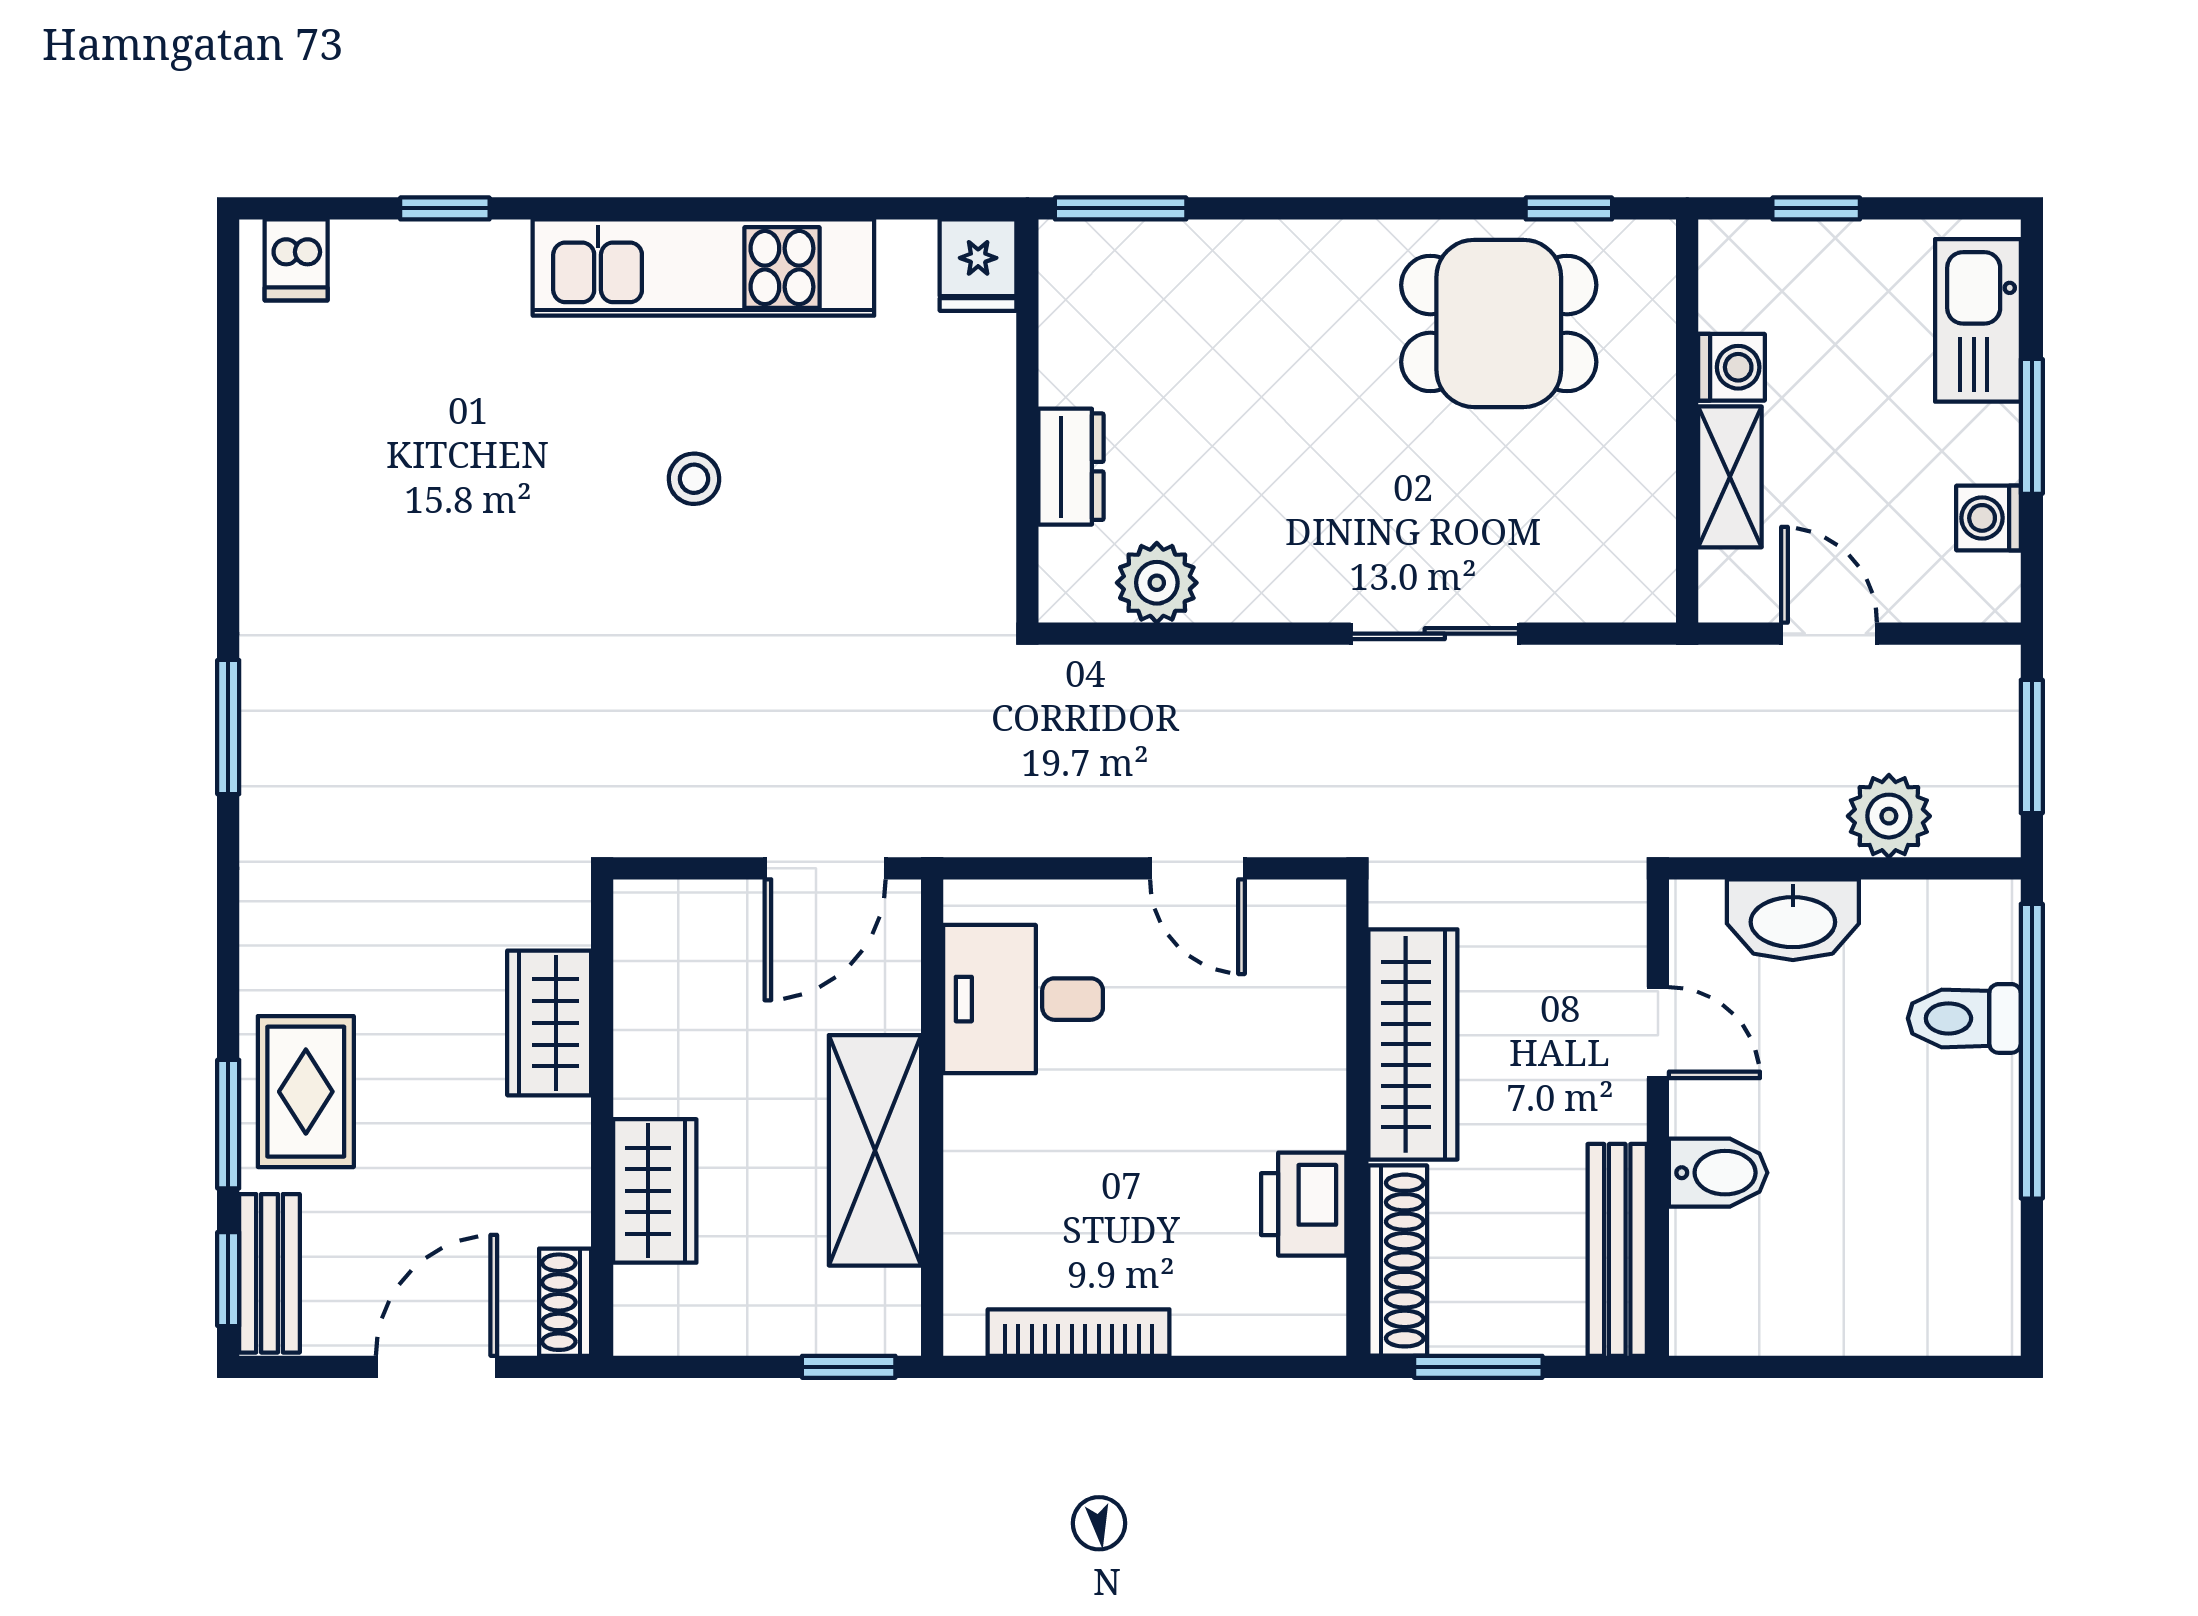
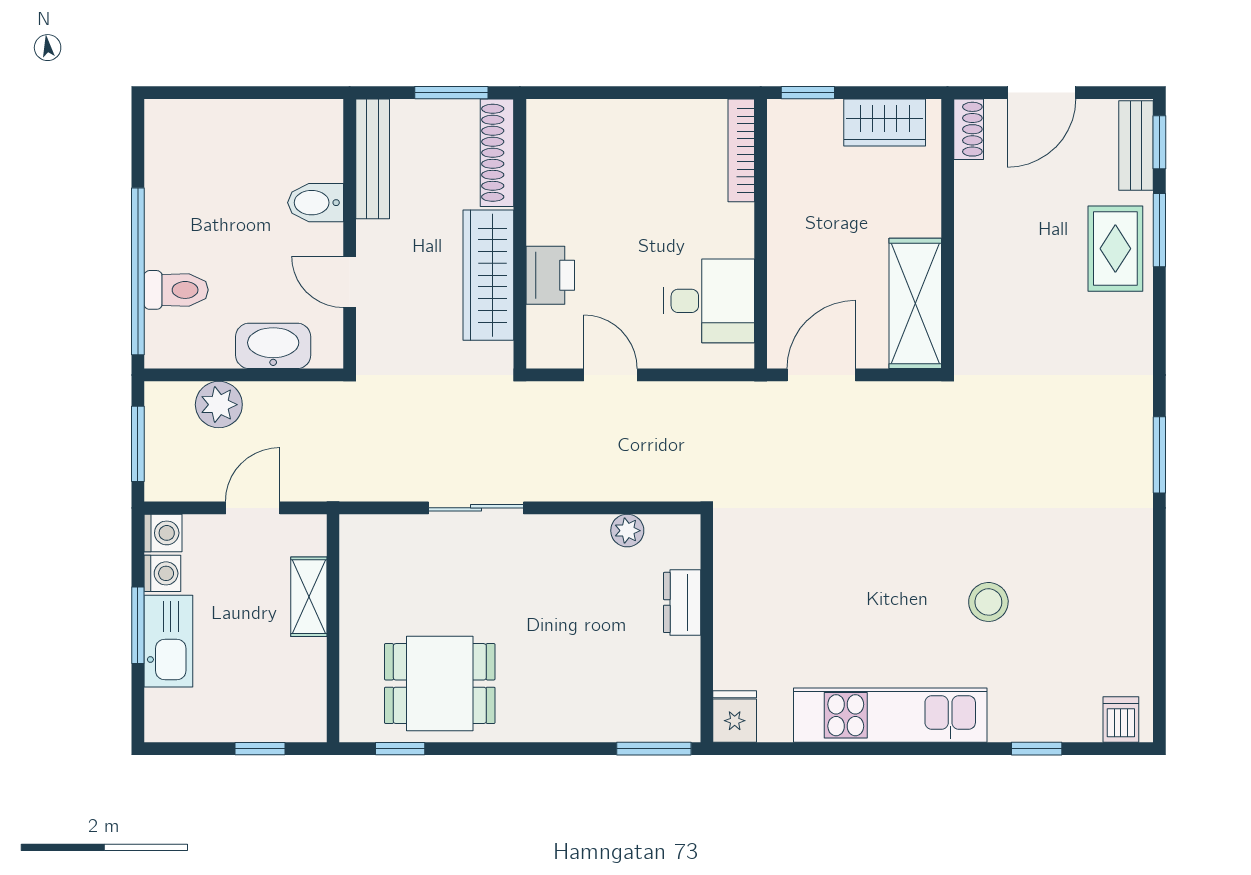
kitchen sink: (1978, 320) -> (168, 641), moved
washing machine: (1732, 367) -> (163, 533), moved, turned 180
stool: (694, 479) -> (988, 602), moved, width x1.37, depth x1.37
plant: (1157, 583) -> (627, 531), width x0.73, depth x0.73
door: (1829, 634) -> (253, 508), swing flipped
wardrobe: (549, 1023) -> (978, 287), removed
shelving: (875, 1150) -> (915, 303), moved
wardrobe: (655, 1191) -> (885, 122), moved, turned -90
printer: (1304, 1204) -> (550, 275), moved
bookcase: (1079, 1333) -> (741, 150), moved, turned 90

